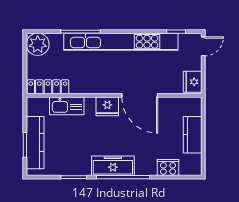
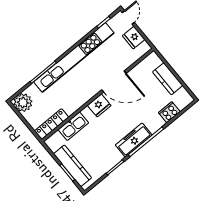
fridge: (193, 82) -> (134, 38), moved

